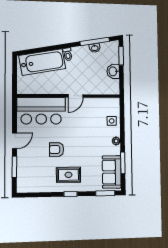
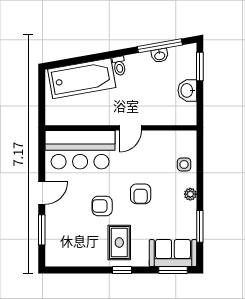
armchair: (83, 141) -> (141, 194), added
sofa: (112, 172) -> (173, 253), moved, turned 90
rug: (69, 175) -> (119, 242), turned 90

